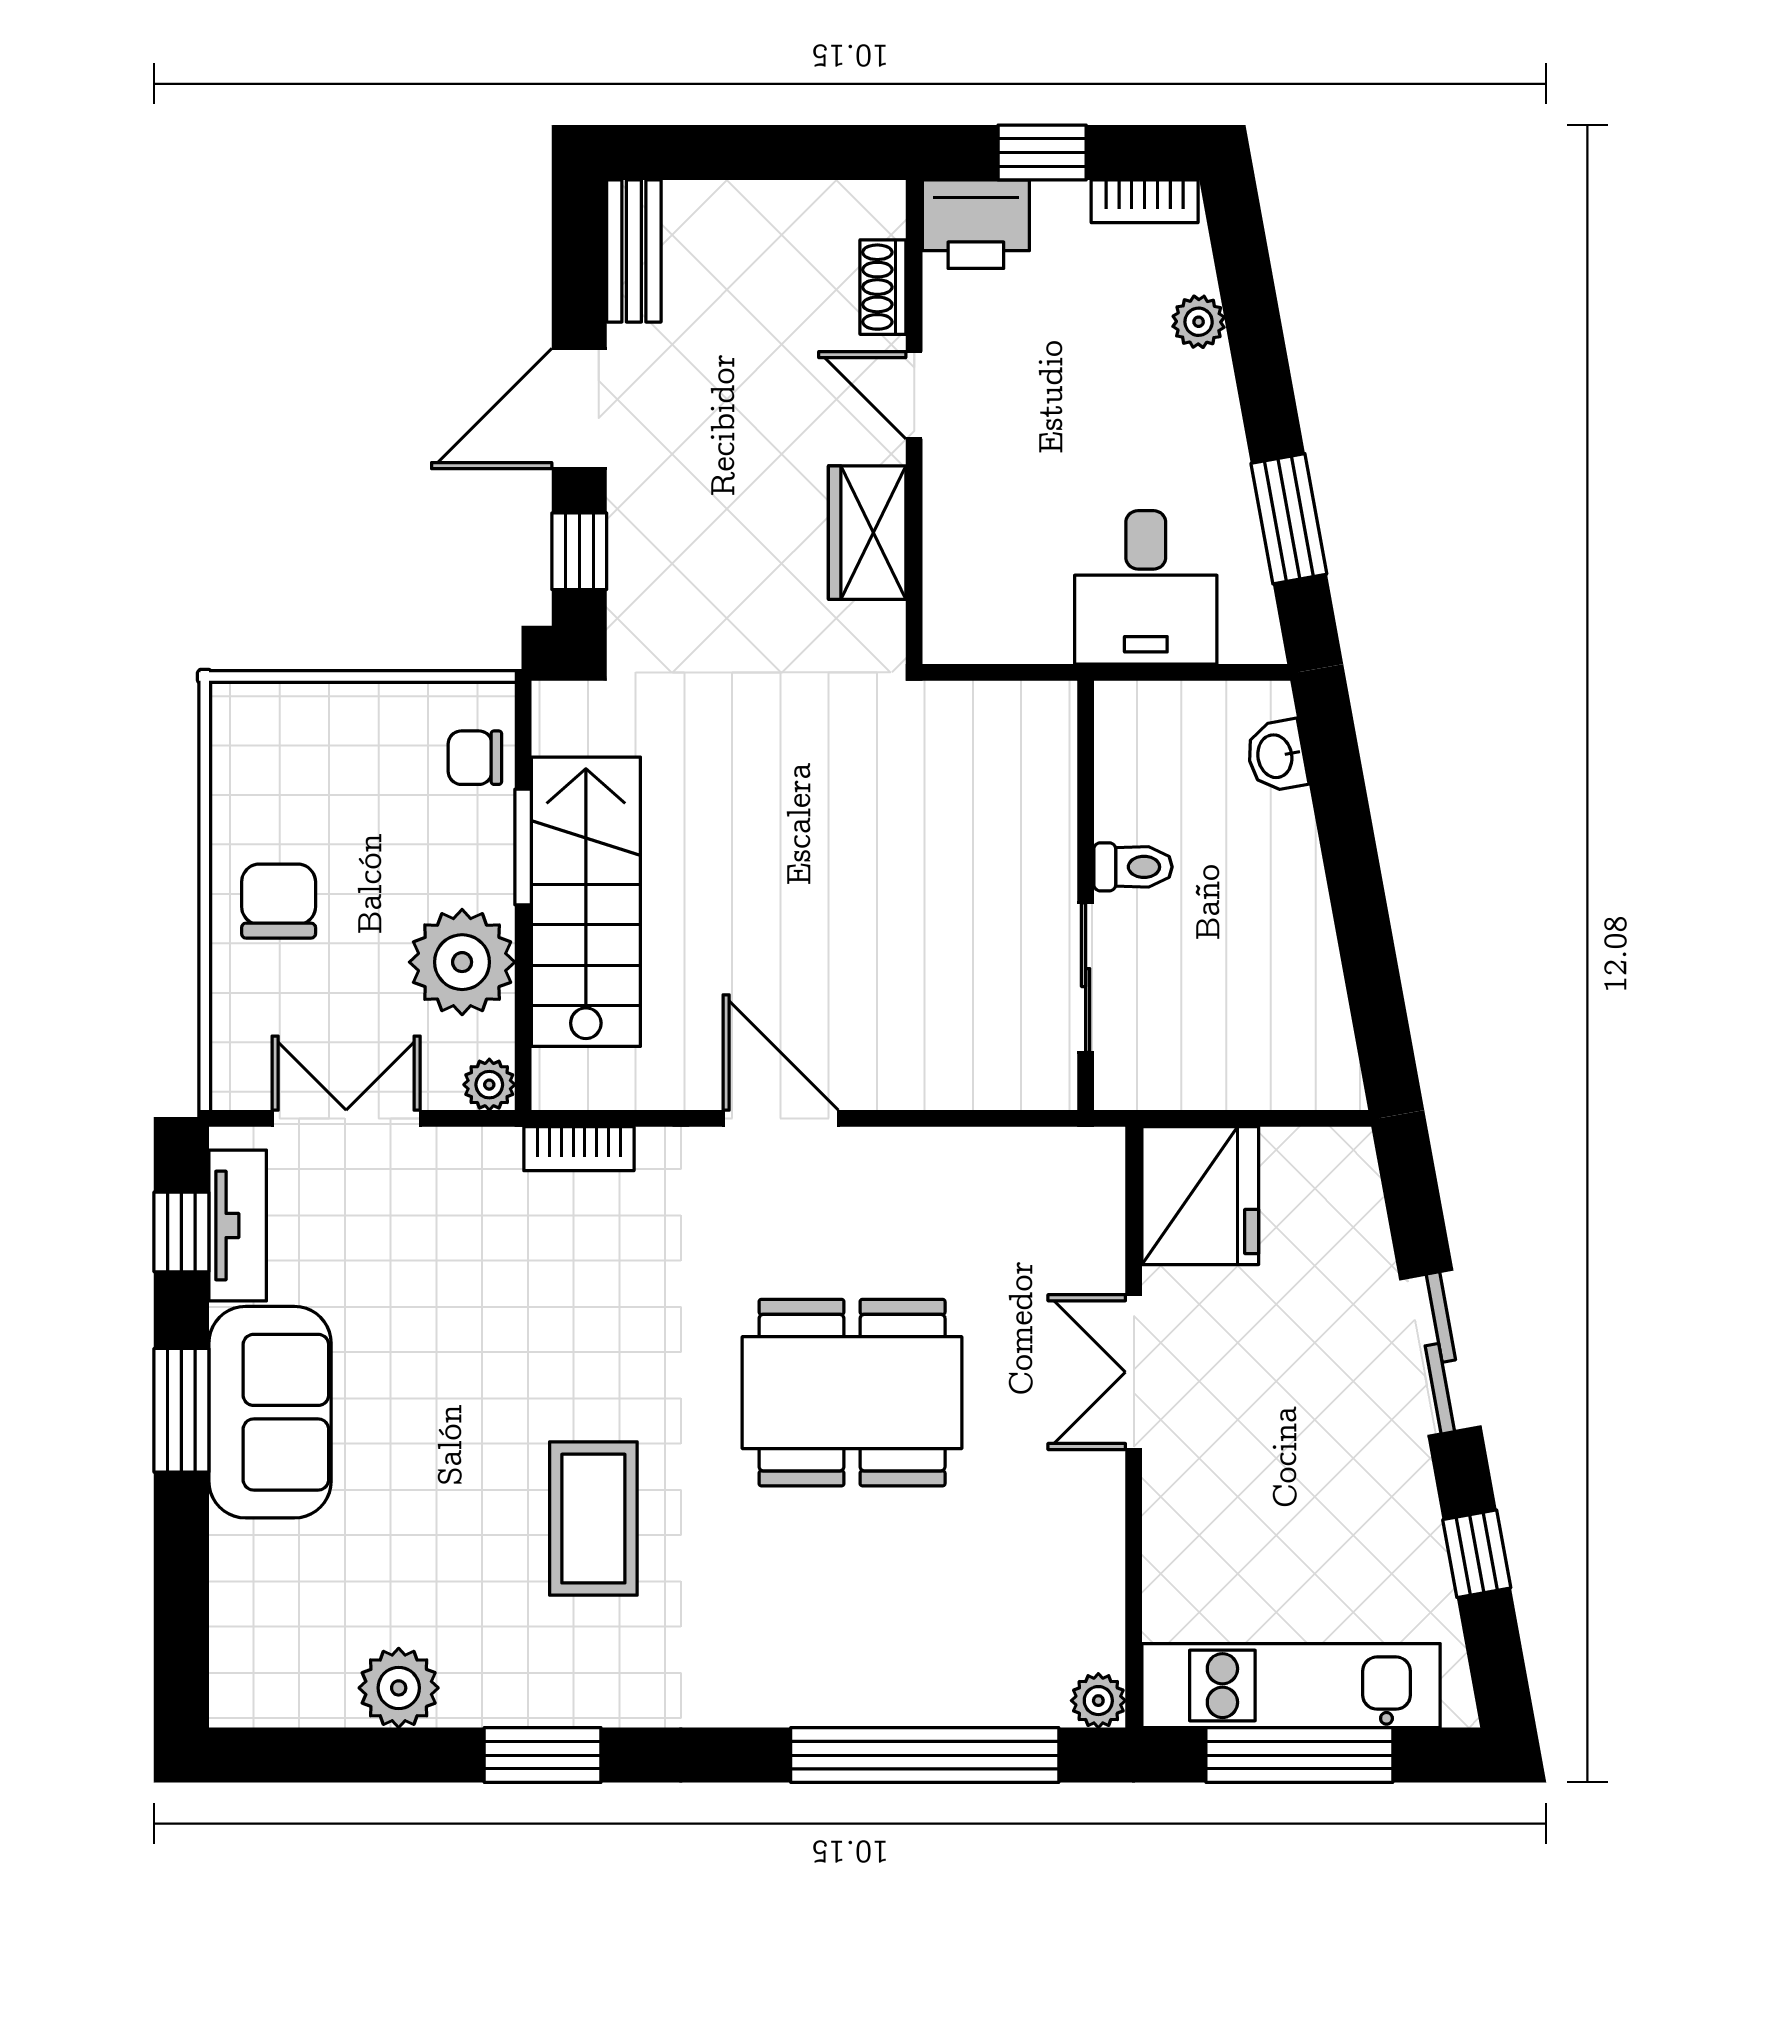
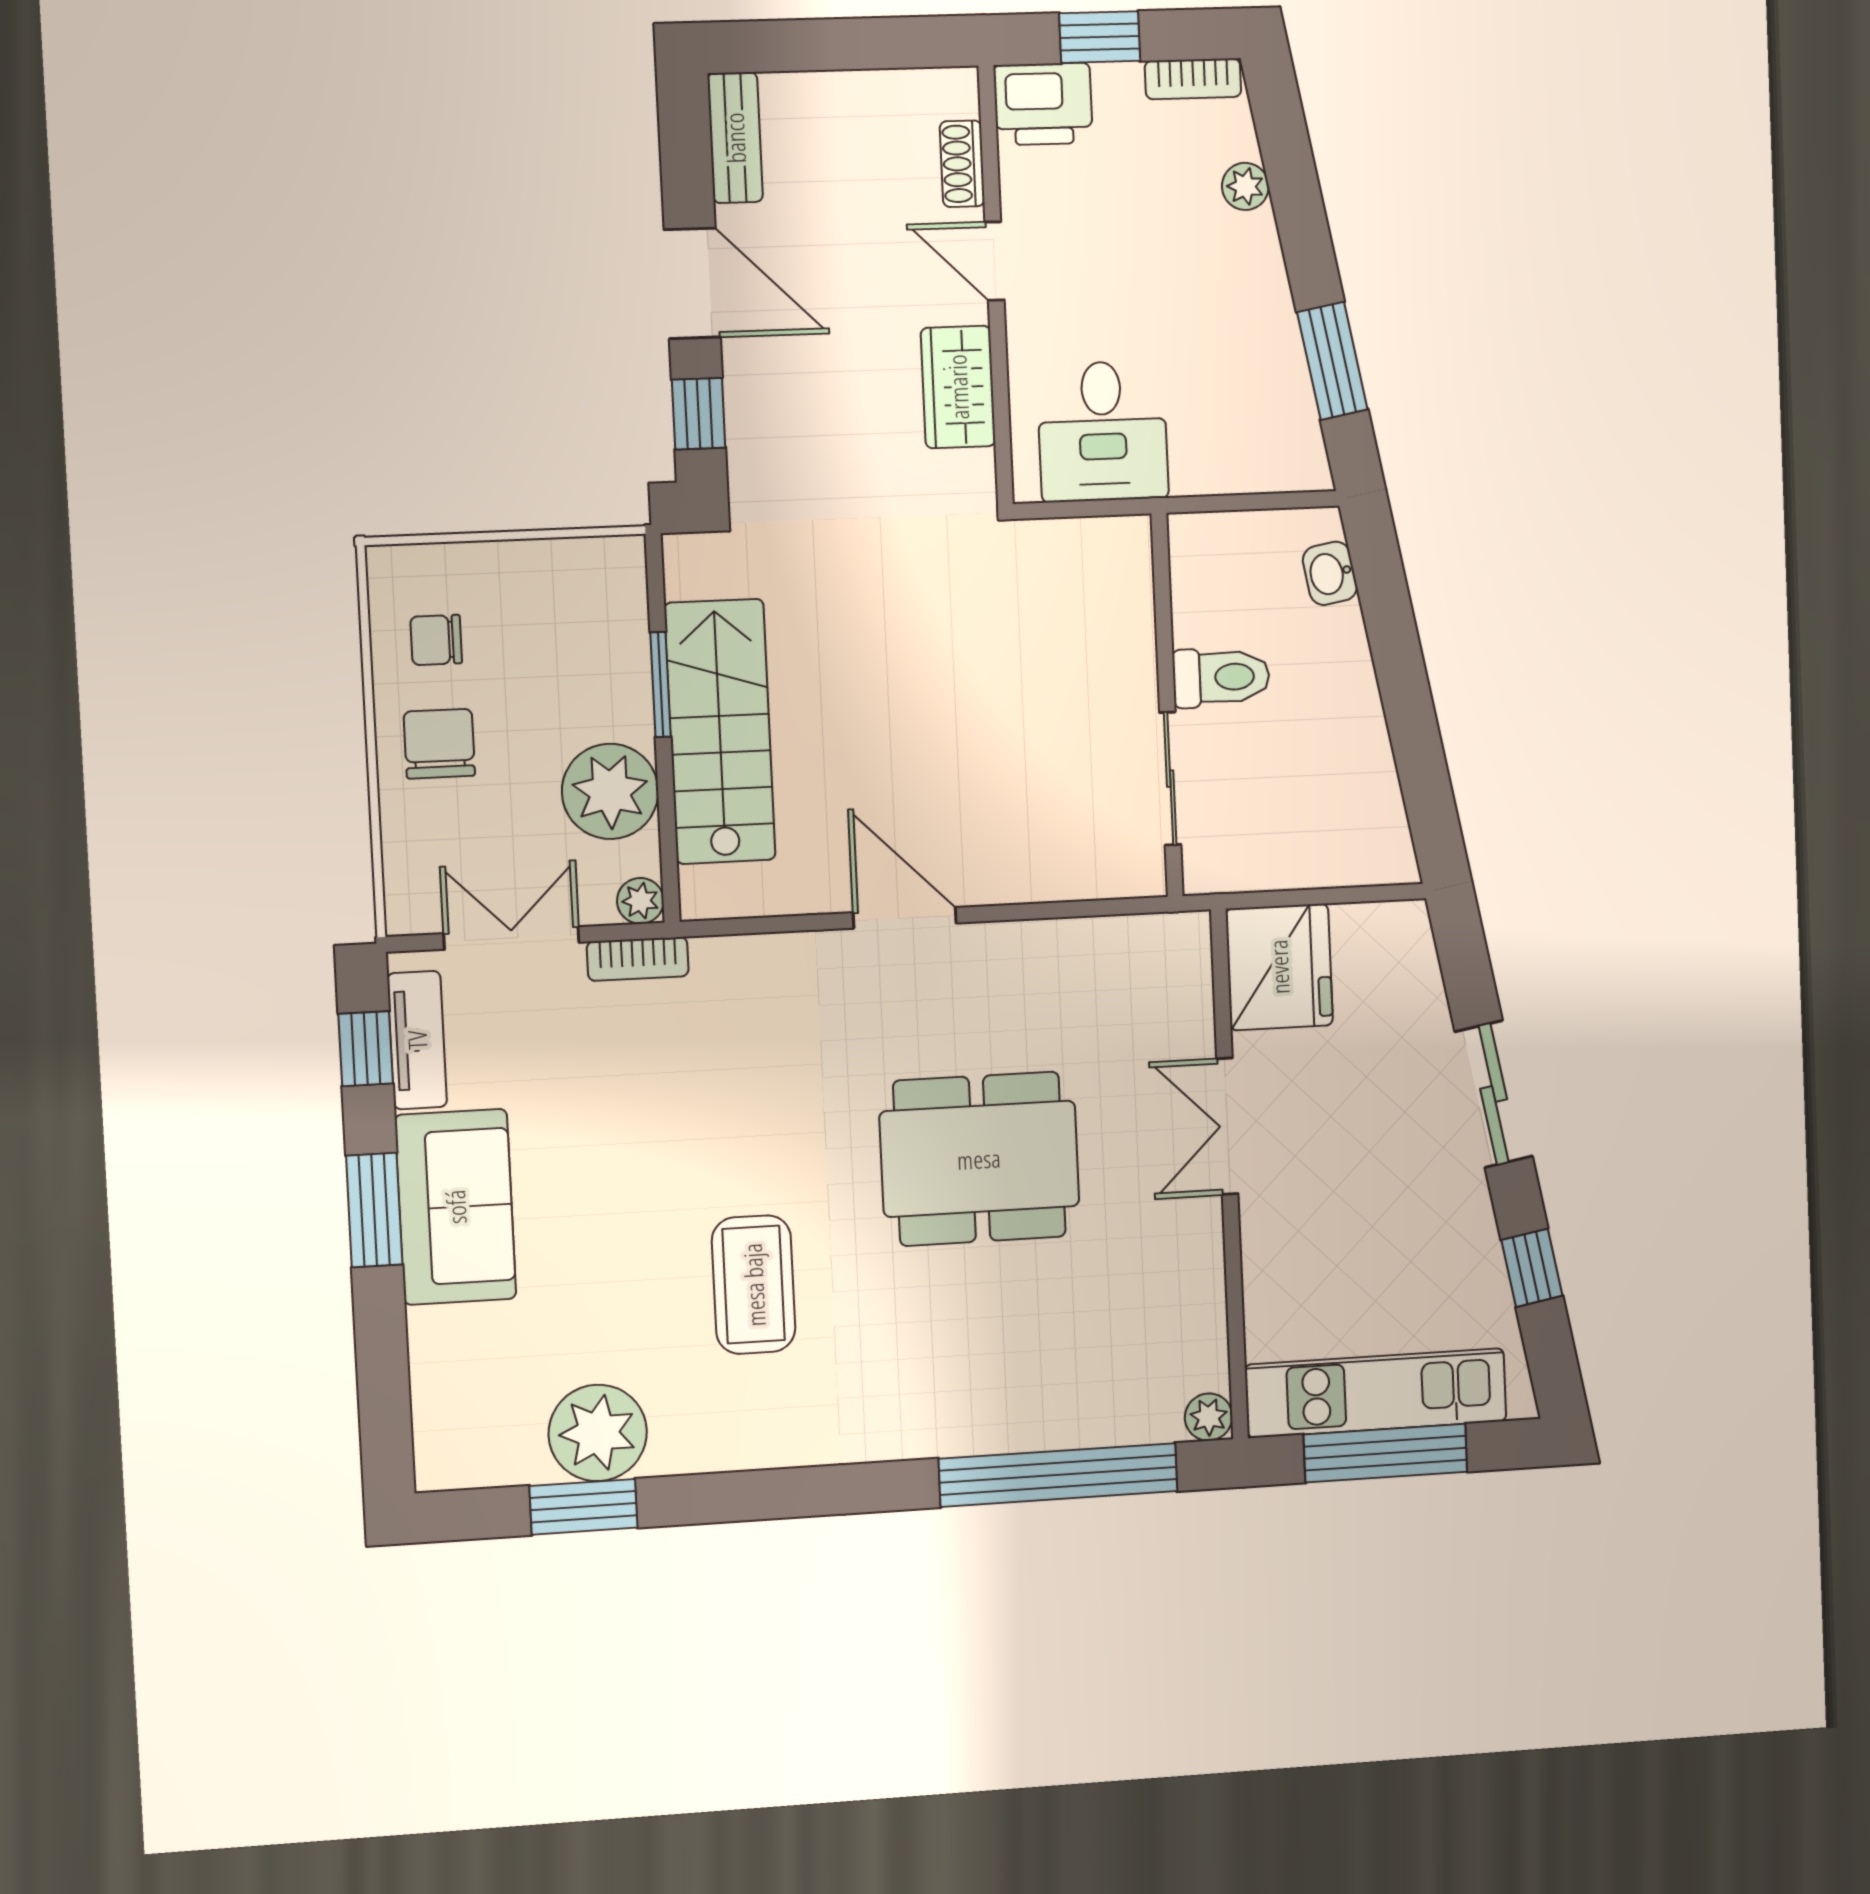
door: (579, 409) -> (692, 283), swing flipped
desk: (1146, 587) -> (1103, 431), moved
chair: (475, 758) -> (436, 640), moved
toilet: (1133, 867) -> (1221, 677), width x1.37, depth x1.39
bookcase: (579, 1149) -> (638, 959), moved
plant: (399, 1688) -> (598, 1433), width x1.36, depth x1.36
window: (543, 1755) -> (583, 1507), moved

